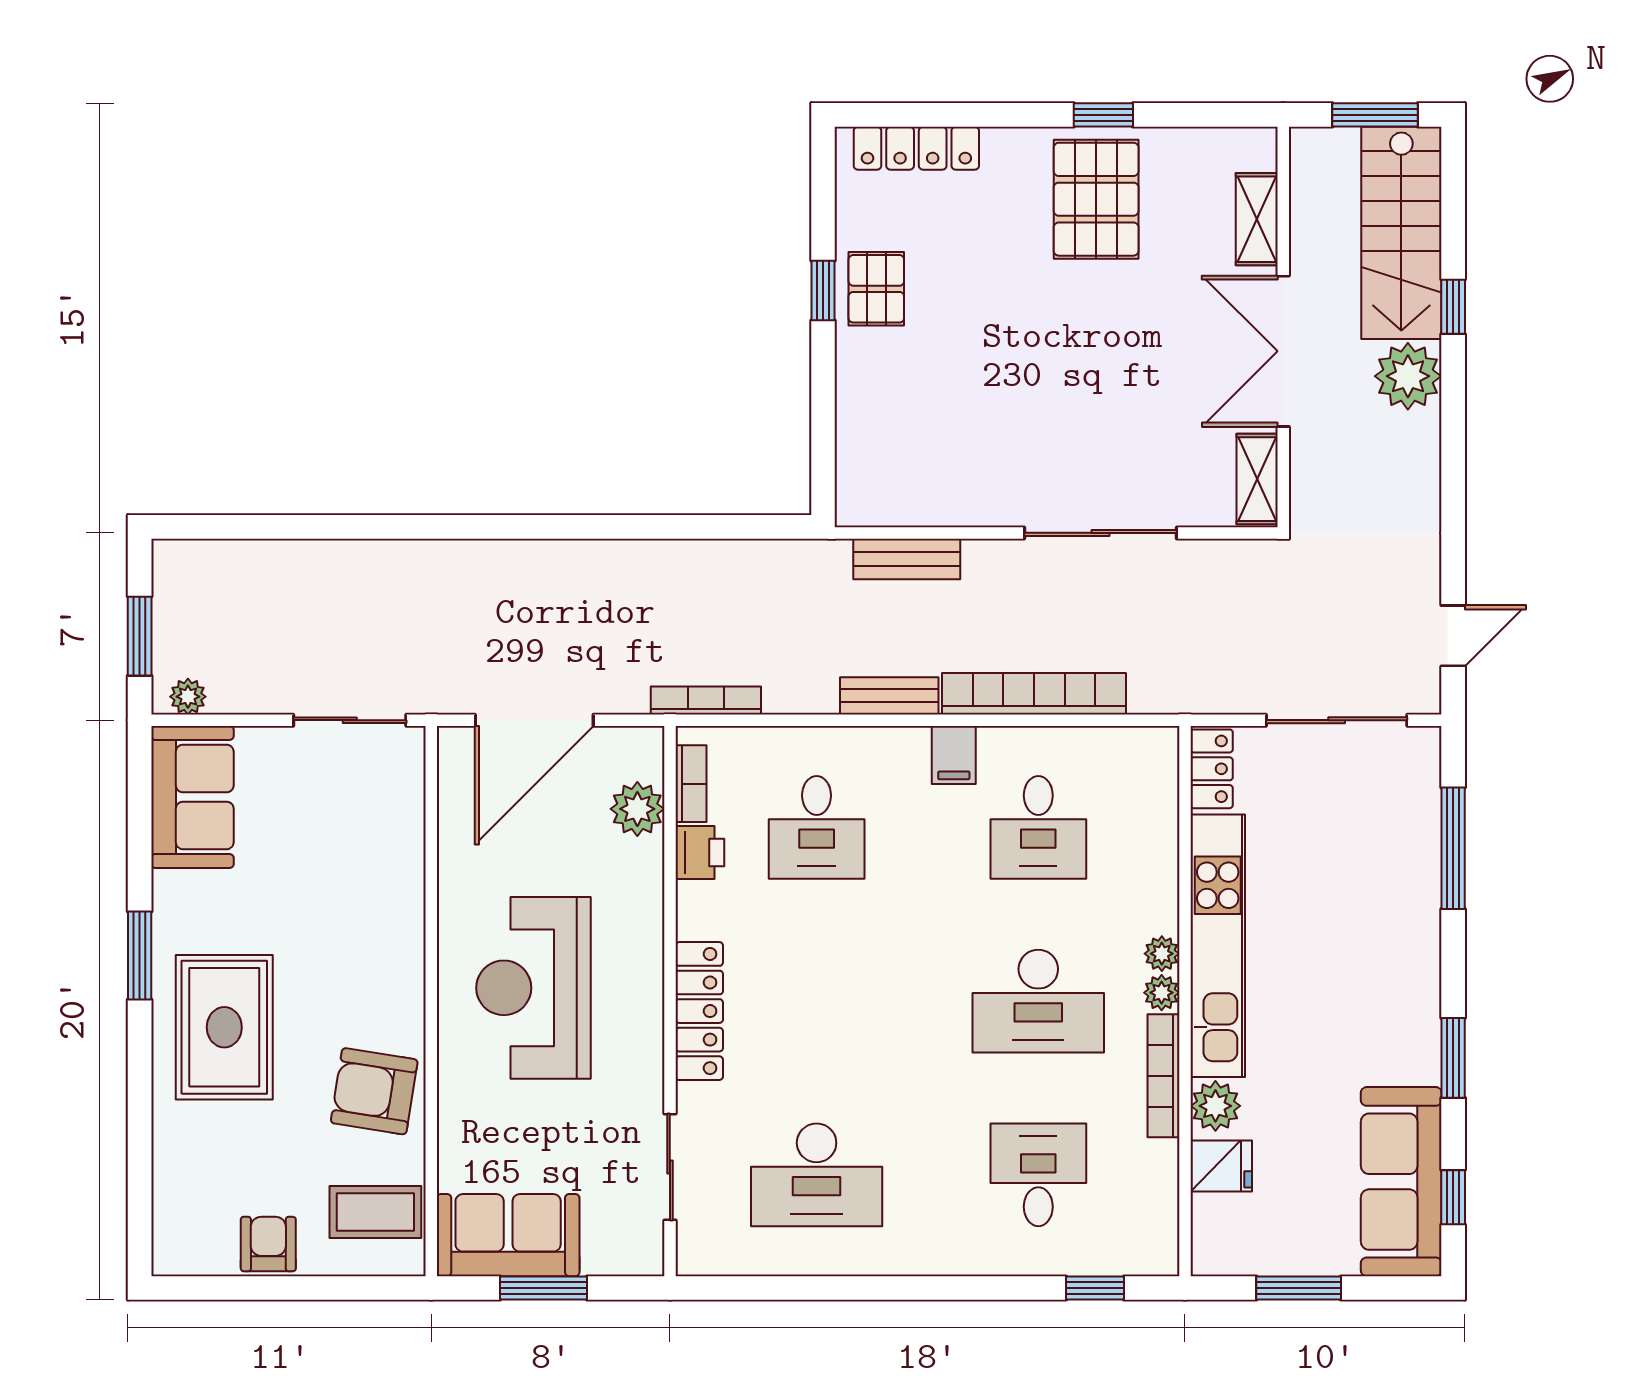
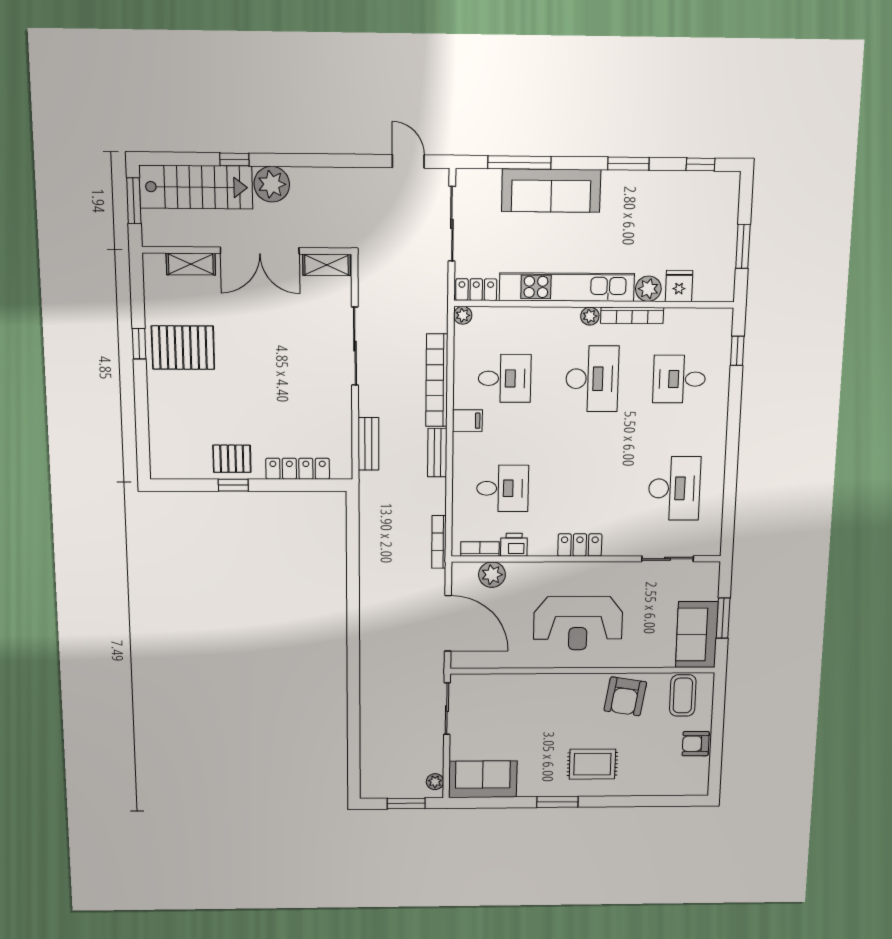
locker: (916, 148) -> (298, 469), moved, turned -90
plant: (1162, 954) -> (463, 315), moved
locker: (699, 1011) -> (580, 545), width x0.66
rug: (224, 1027) -> (592, 764), width x0.73, depth x0.70
sofa: (1401, 1182) -> (551, 191), moved

